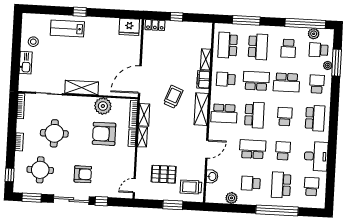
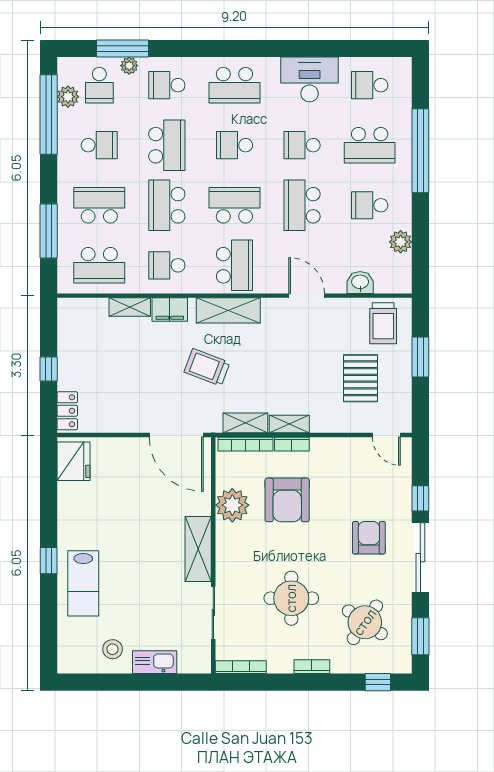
school desk: (226, 79) -> (167, 265), turned 90
school desk: (315, 118) -> (234, 85), turned 180
round table: (40, 170) -> (365, 622), turned 35
school desk: (251, 183) -> (370, 205), turned 90

